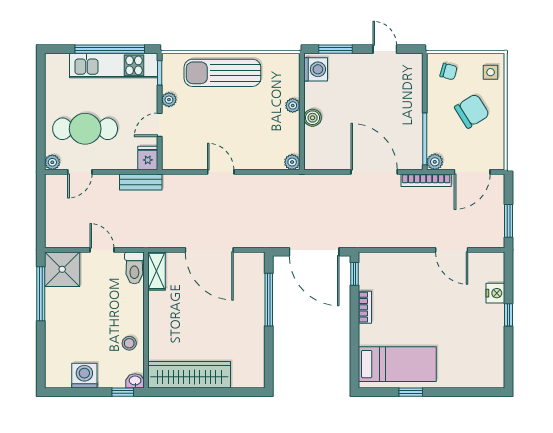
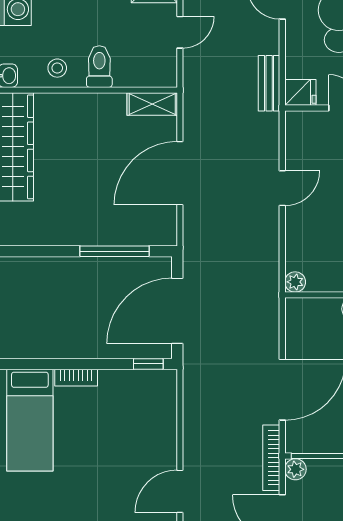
toilet: (134, 268) -> (99, 67), moved, turned 90
bookcase: (365, 307) -> (76, 378), moved

